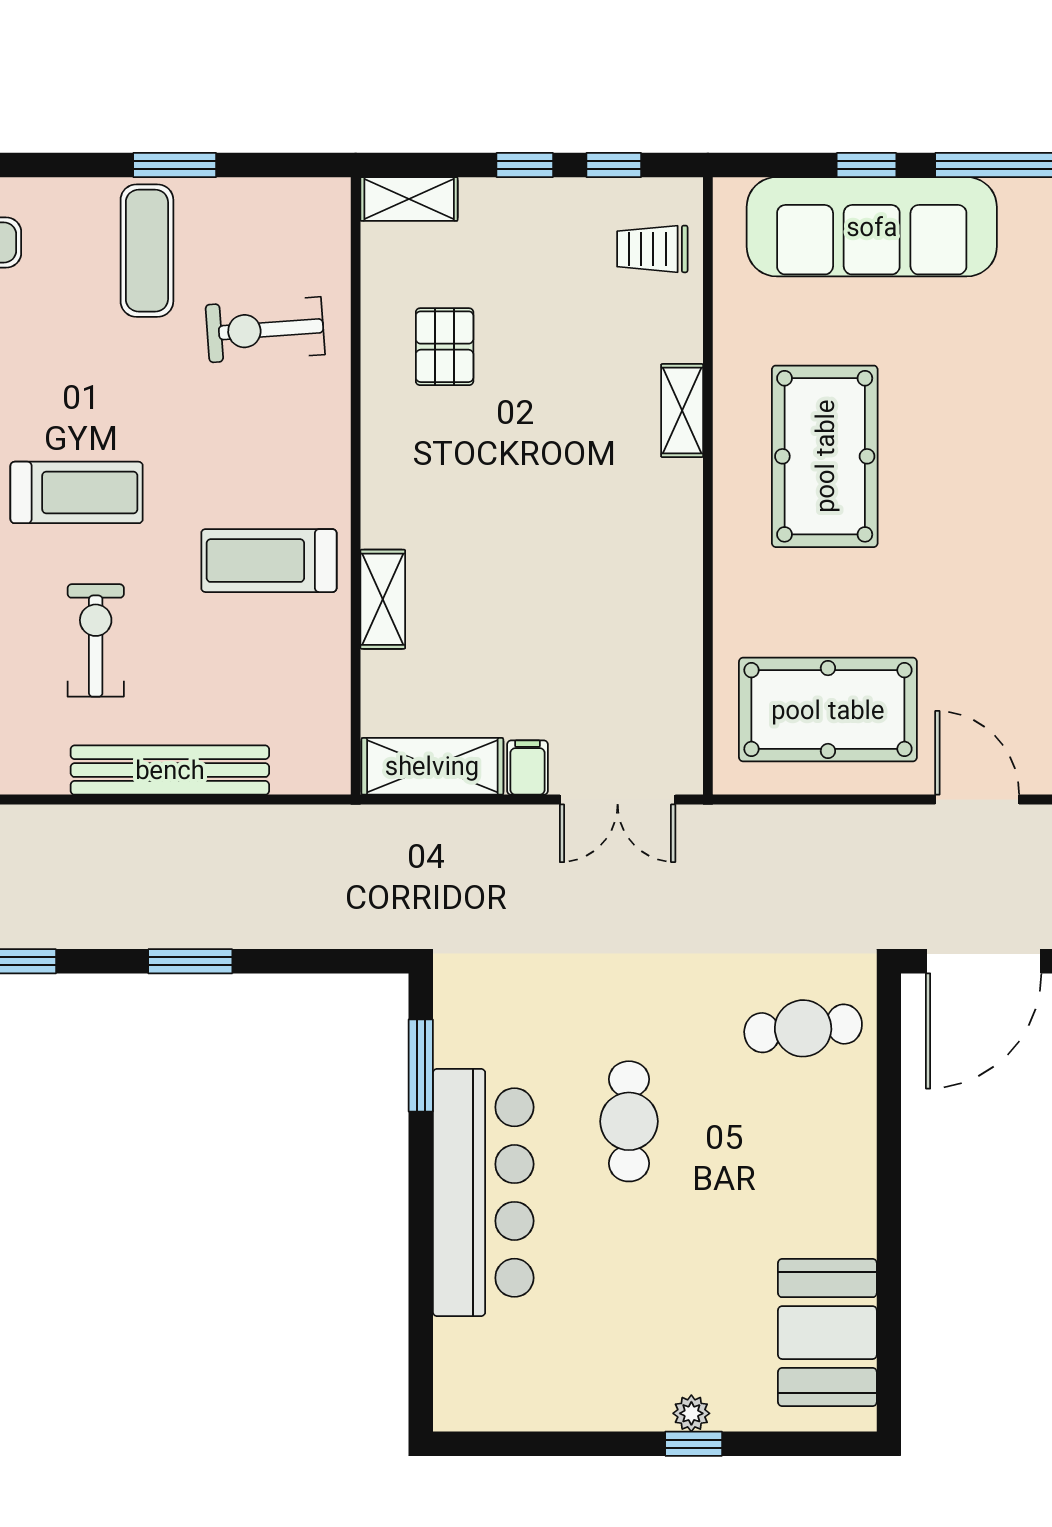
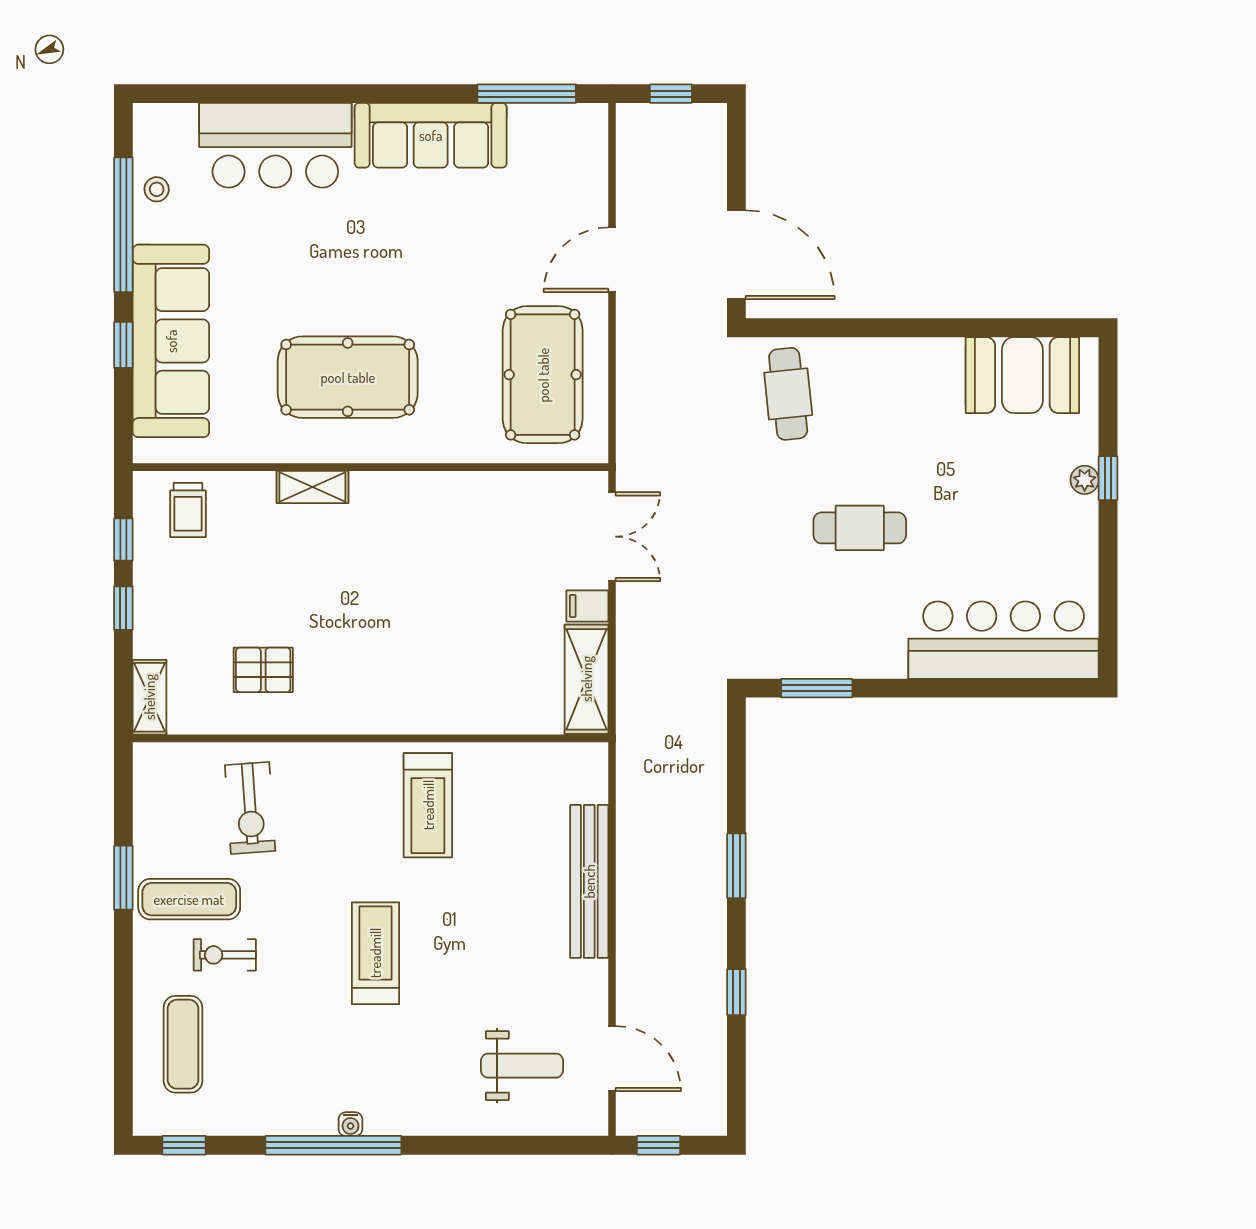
shelving: (383, 599) -> (458, 717), removed
exercise bike: (96, 640) -> (225, 955), moved, width x0.73, depth x0.72
bar counter: (483, 1192) -> (1004, 640), moved

